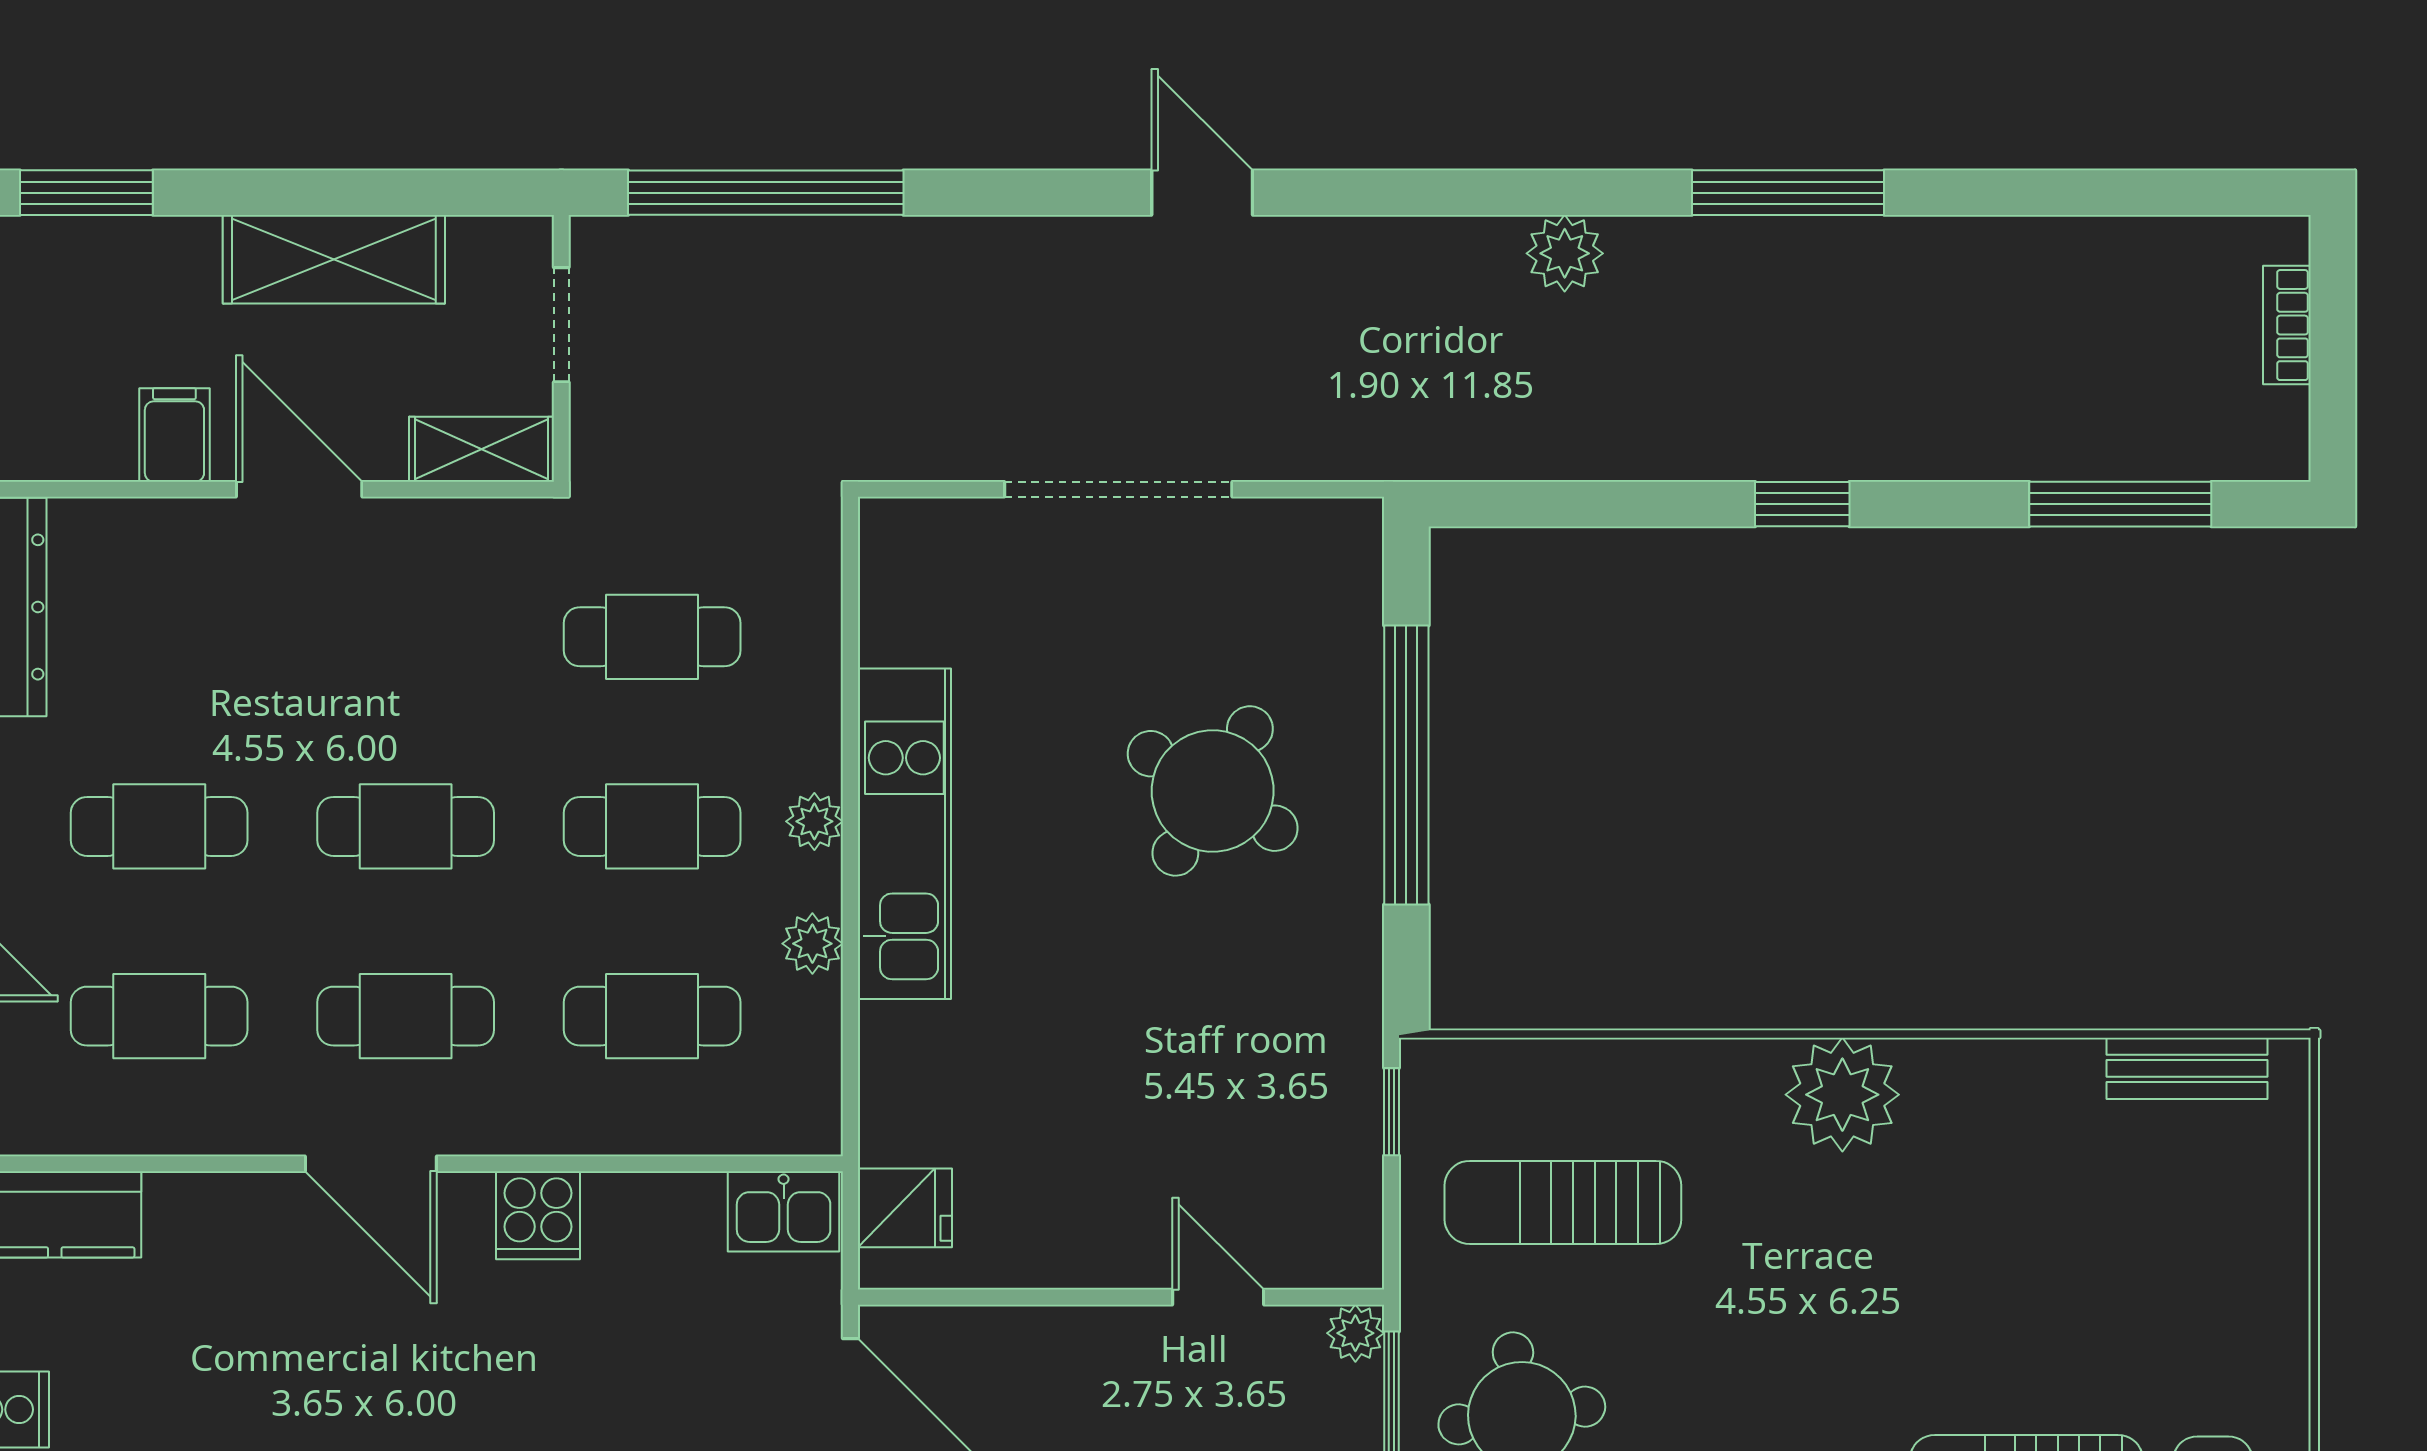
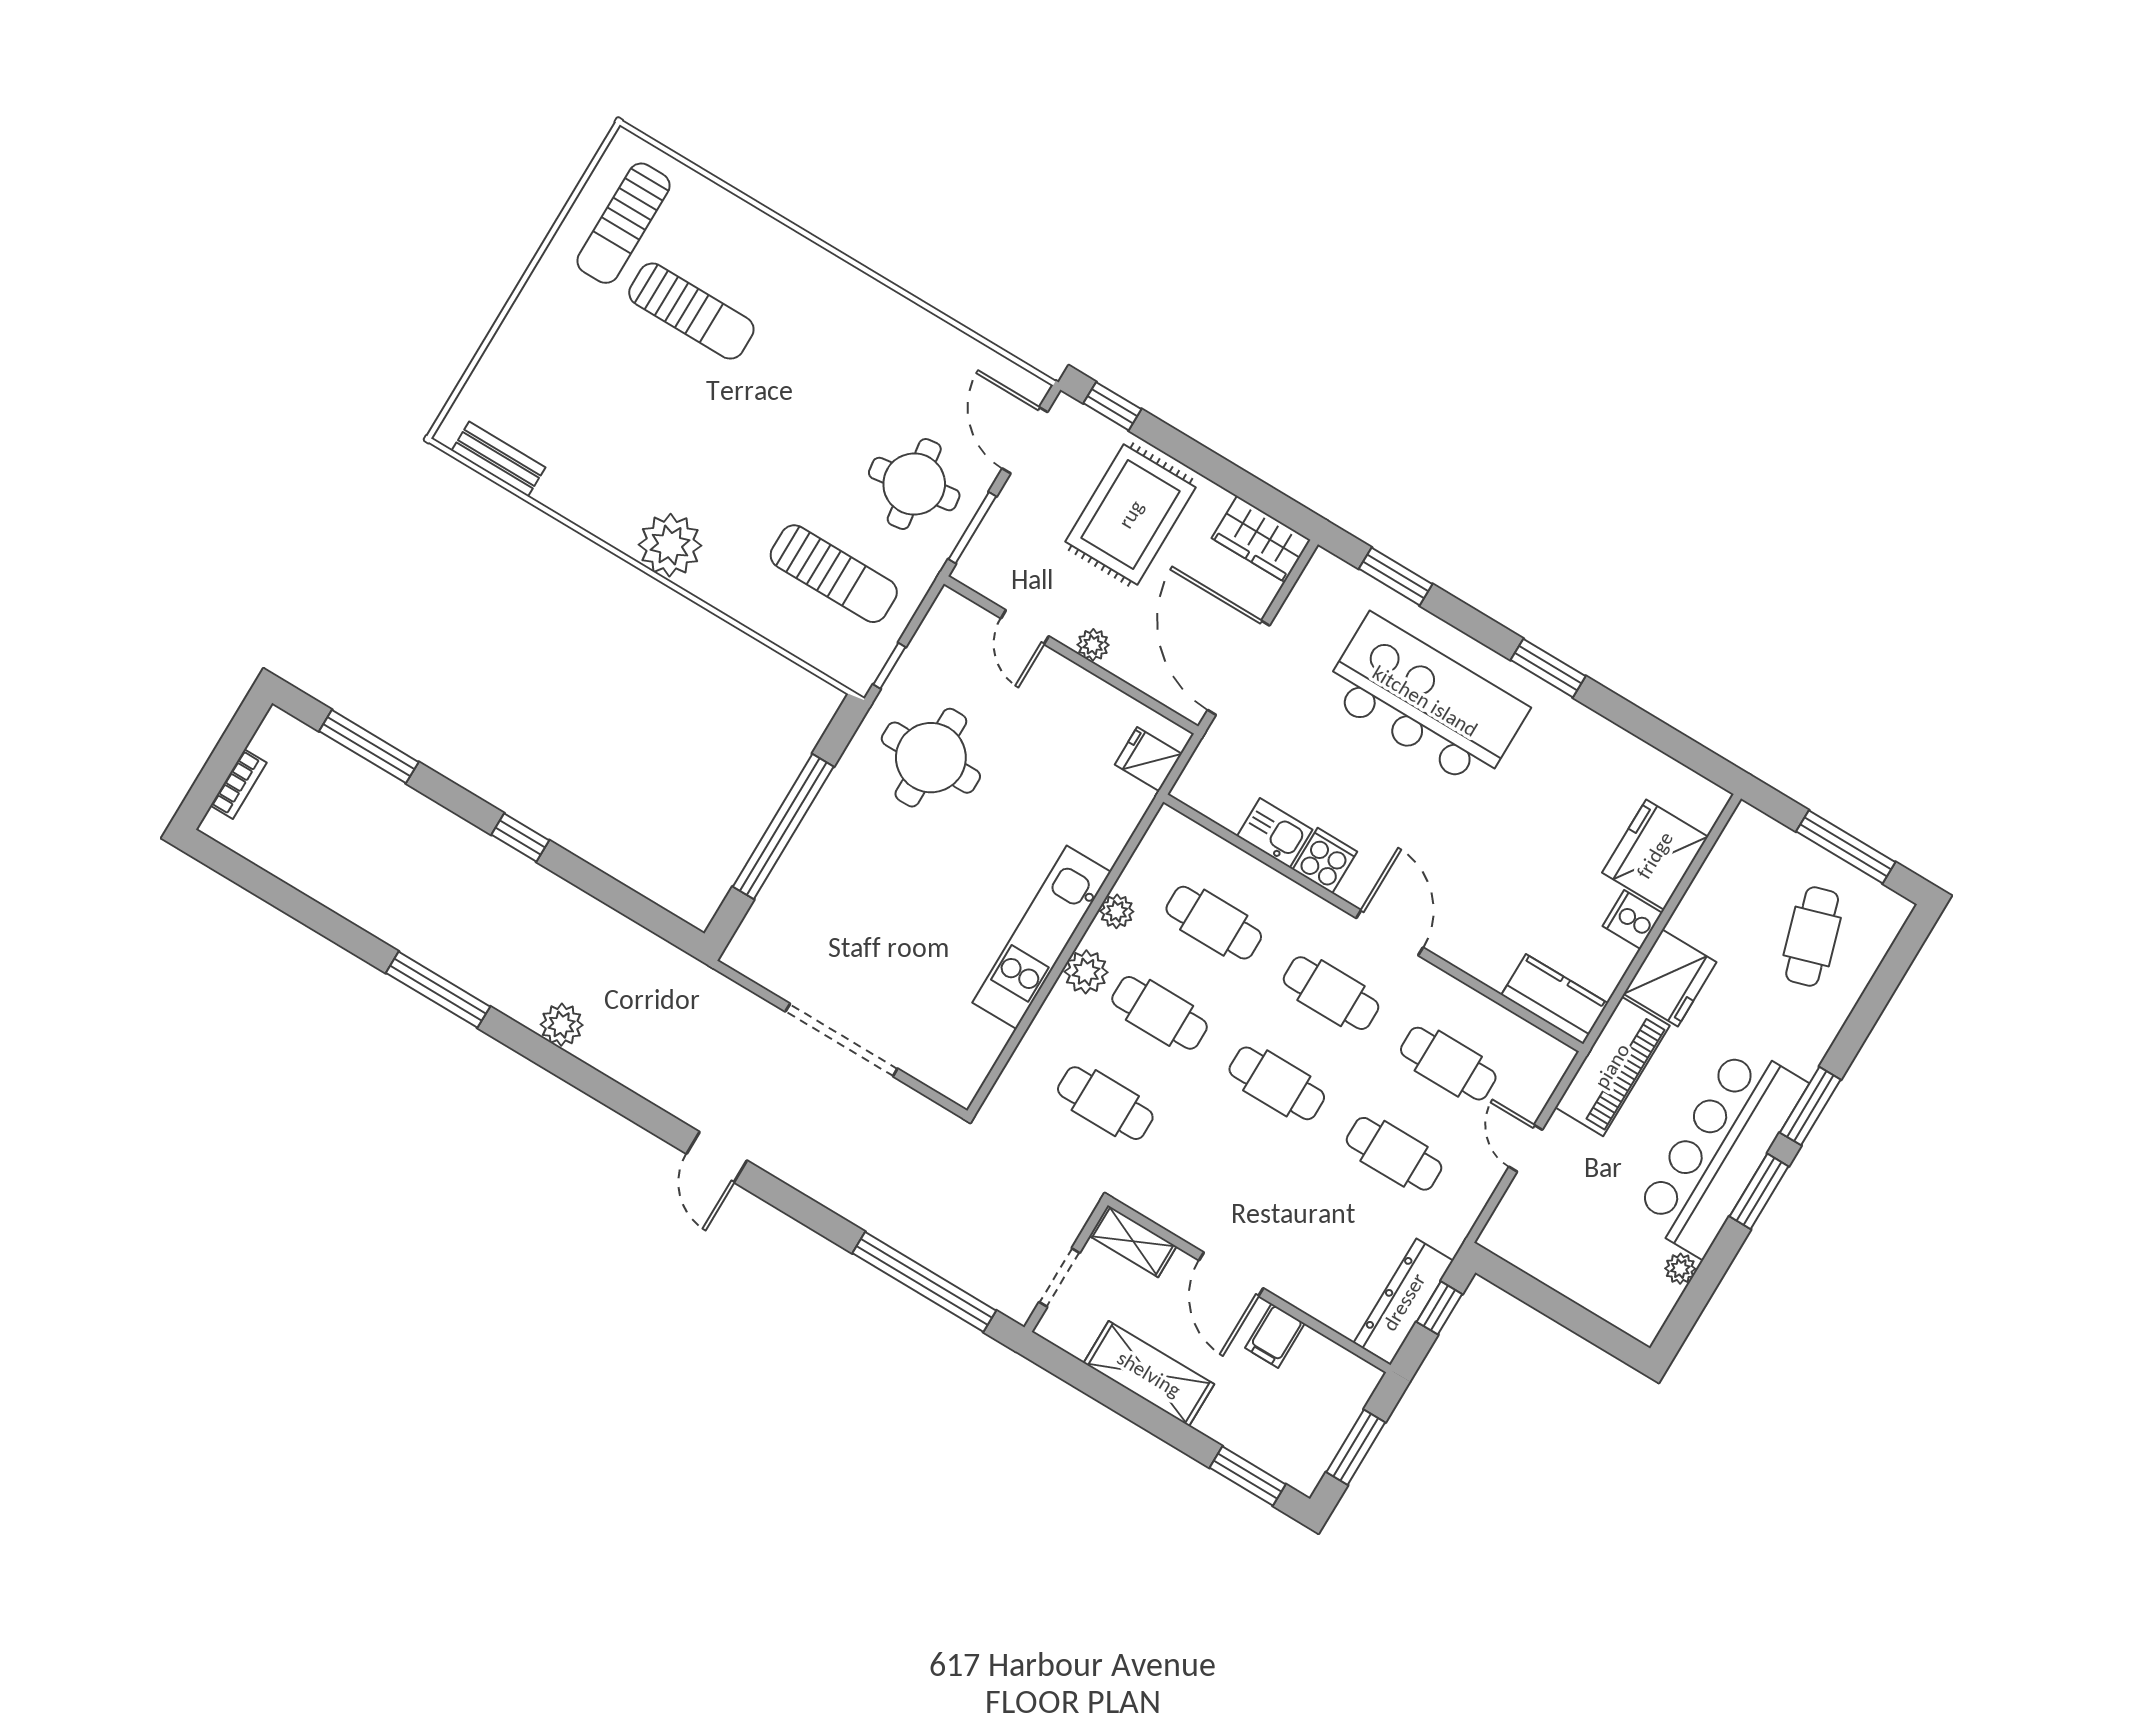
round table: (1213, 791) -> (931, 758), moved, turned -31
plant: (814, 821) -> (1086, 972), width x1.38, depth x1.38
kitchen sink: (784, 1211) -> (1275, 833), moved
plant: (1355, 1333) -> (1093, 645), moved

